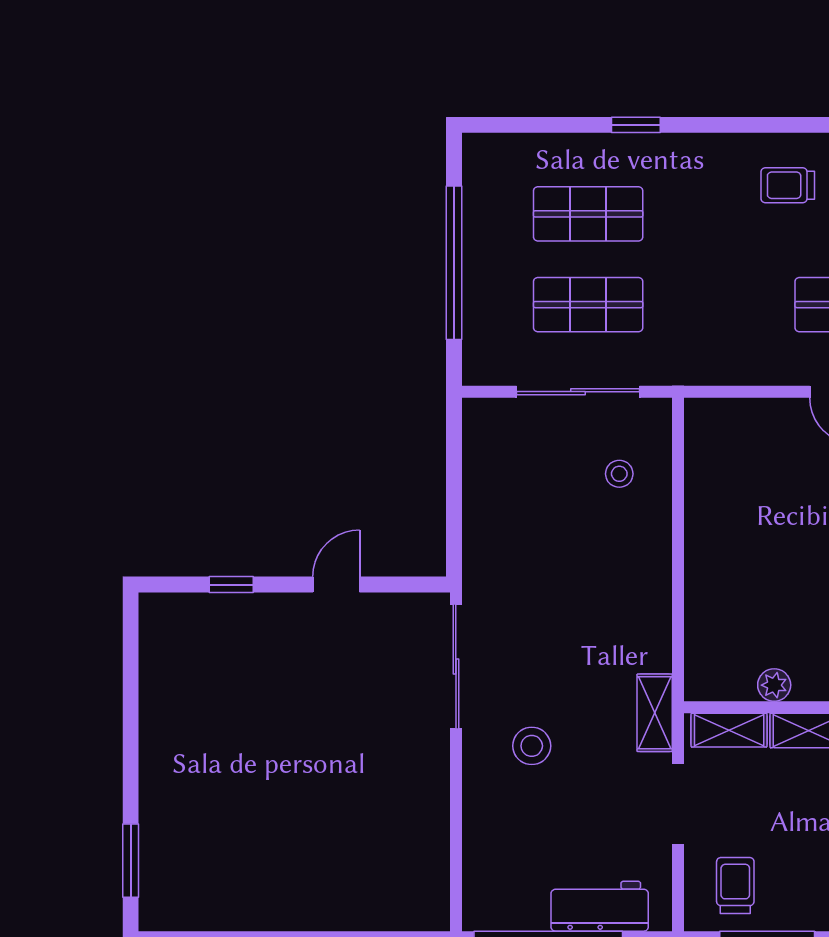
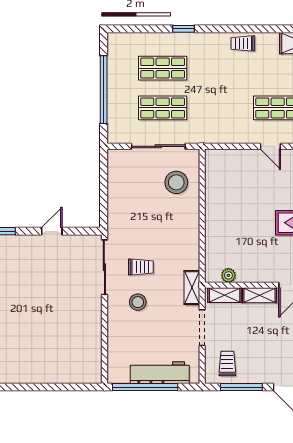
trolley: (788, 185) -> (243, 43), moved
stool: (619, 474) -> (176, 182), width x1.89, depth x1.89
trolley: (539, 666) -> (141, 267), added
plant: (774, 685) -> (228, 275), moved
workbench: (600, 906) -> (160, 373), width x1.38

